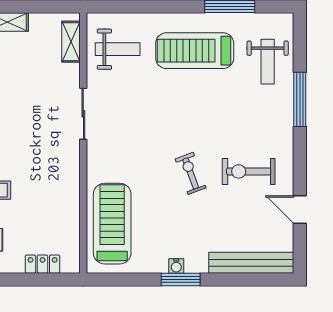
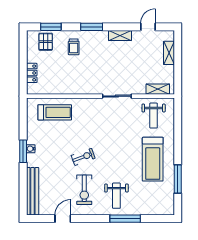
treadmill: (195, 51) -> (153, 159), turned 180
weight bench: (268, 62) -> (116, 196), moved, turned -90
exercise bike: (249, 171) -> (84, 190), turned 180
treadmill: (112, 224) -> (55, 112), width x0.73, depth x0.73

